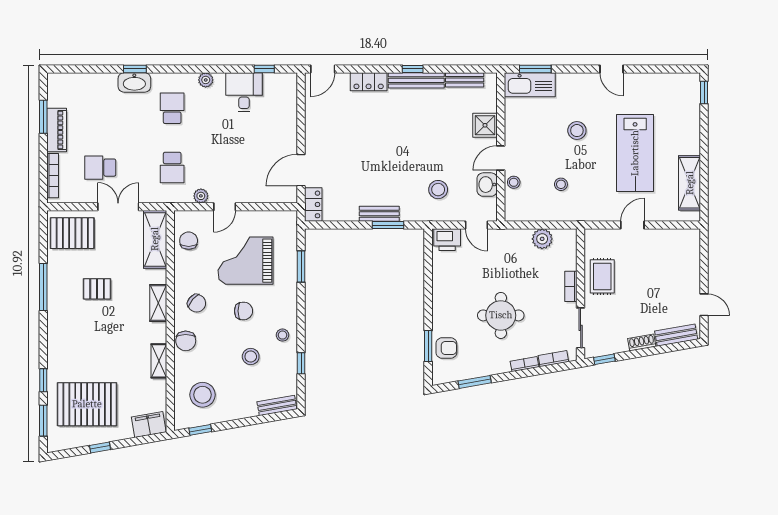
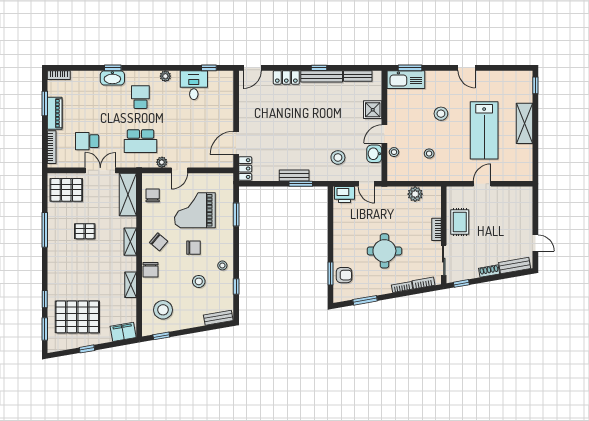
bookcase: (62, 79) -> (59, 75), added
school desk: (172, 168) -> (140, 141), width x1.85
shelving: (690, 183) -> (525, 123), moved

